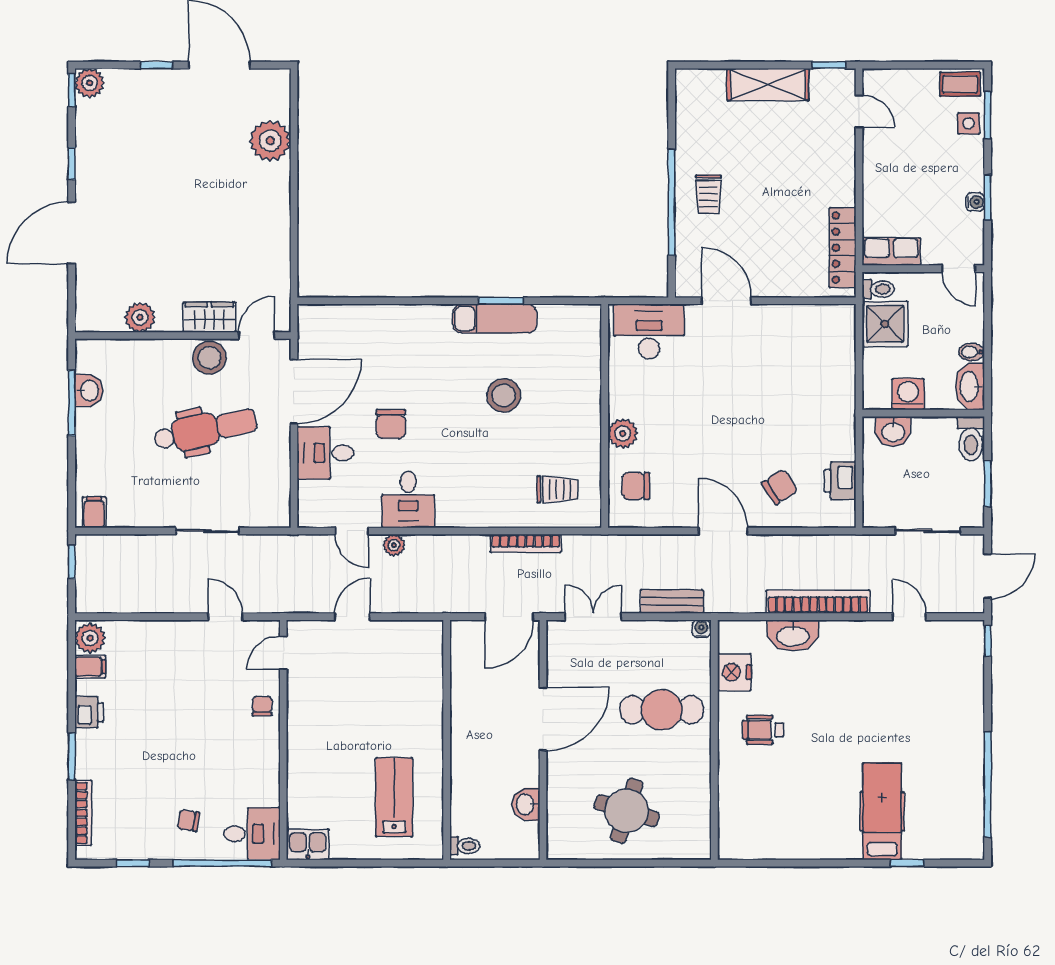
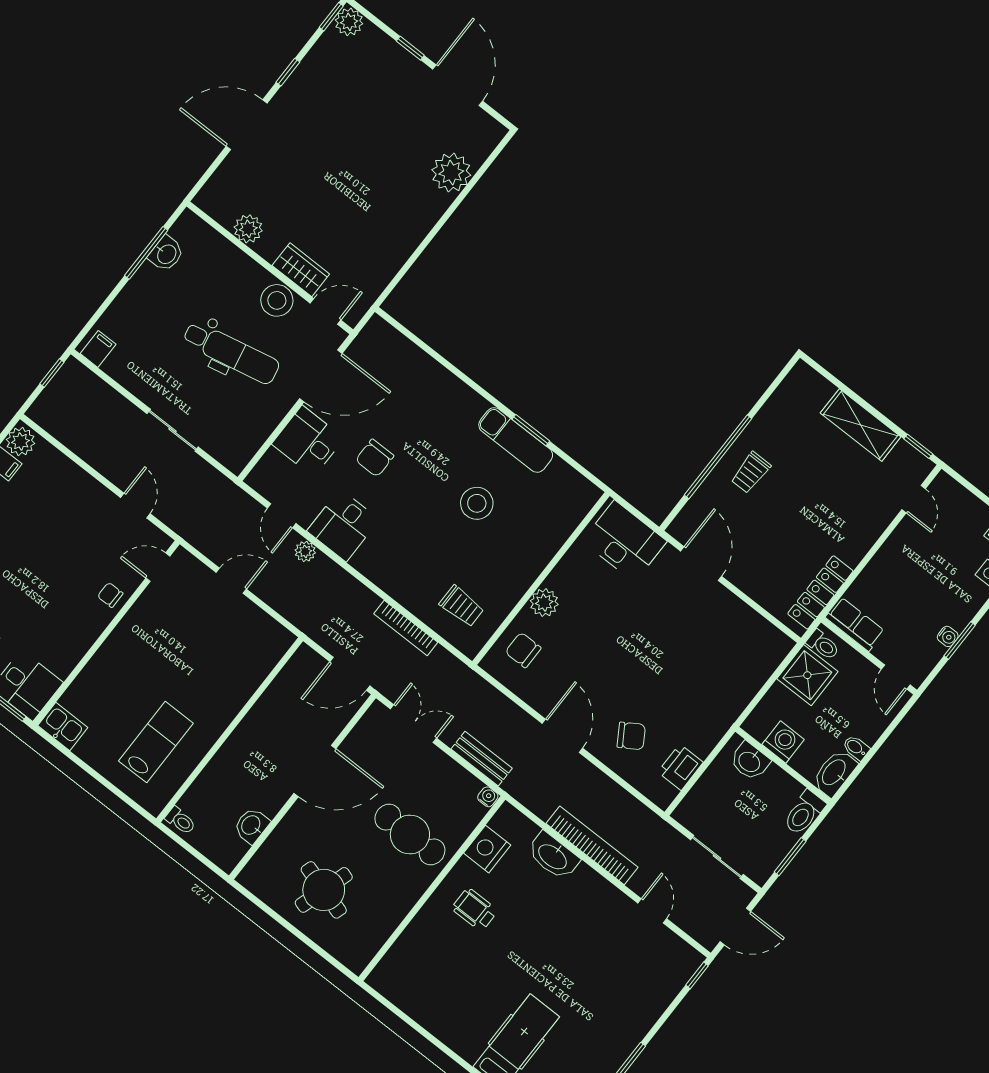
chair: (262, 706) -> (110, 595), turned -90

